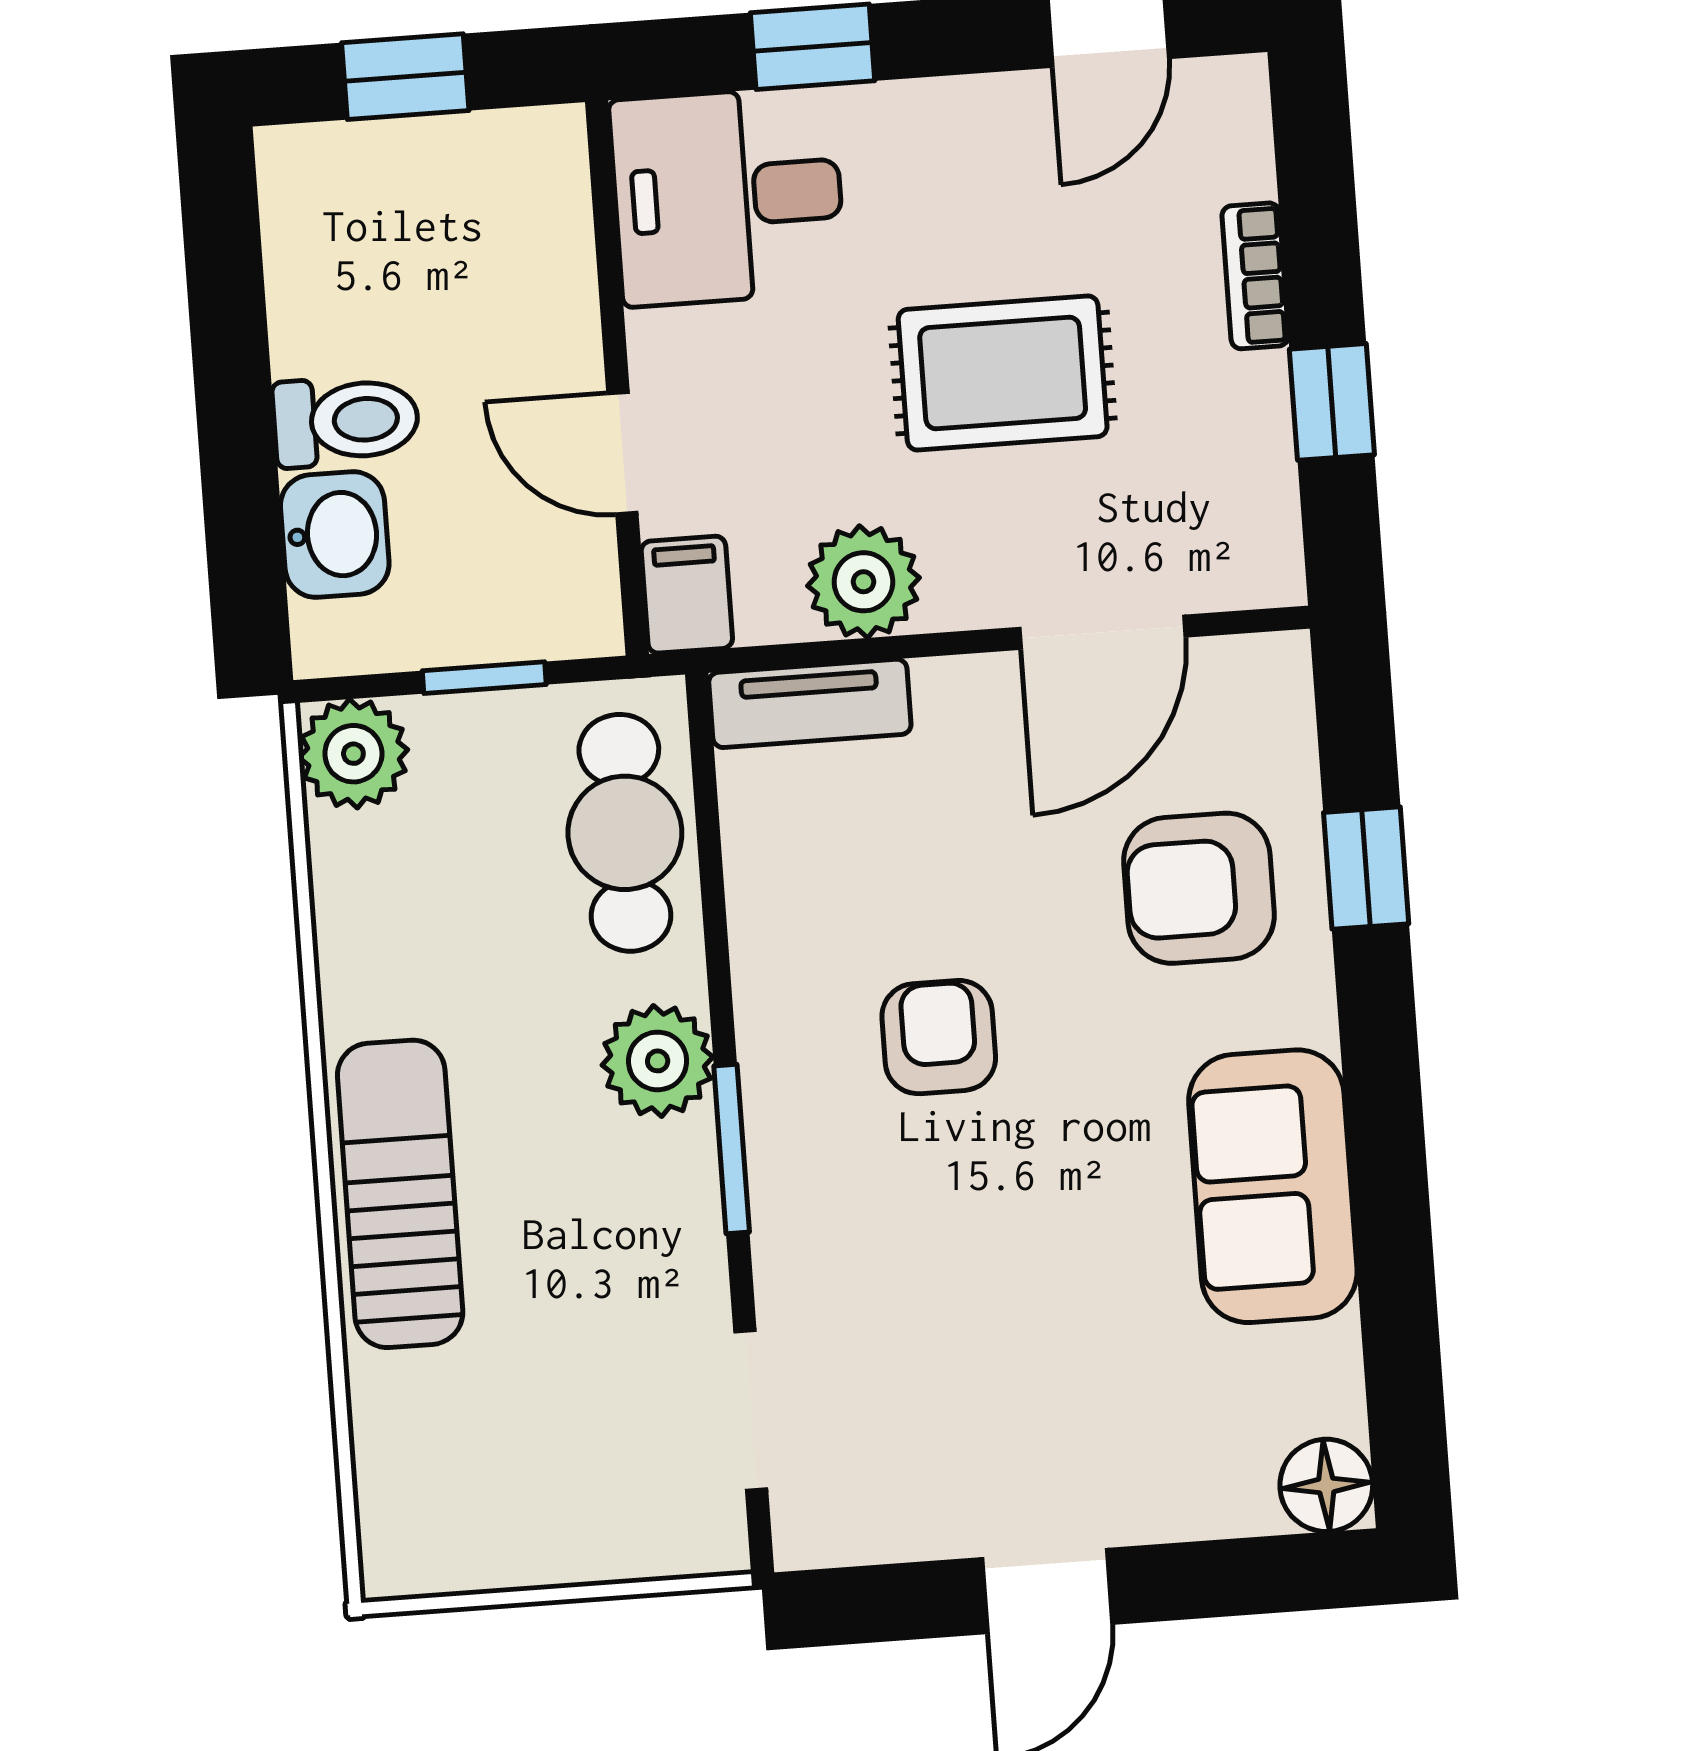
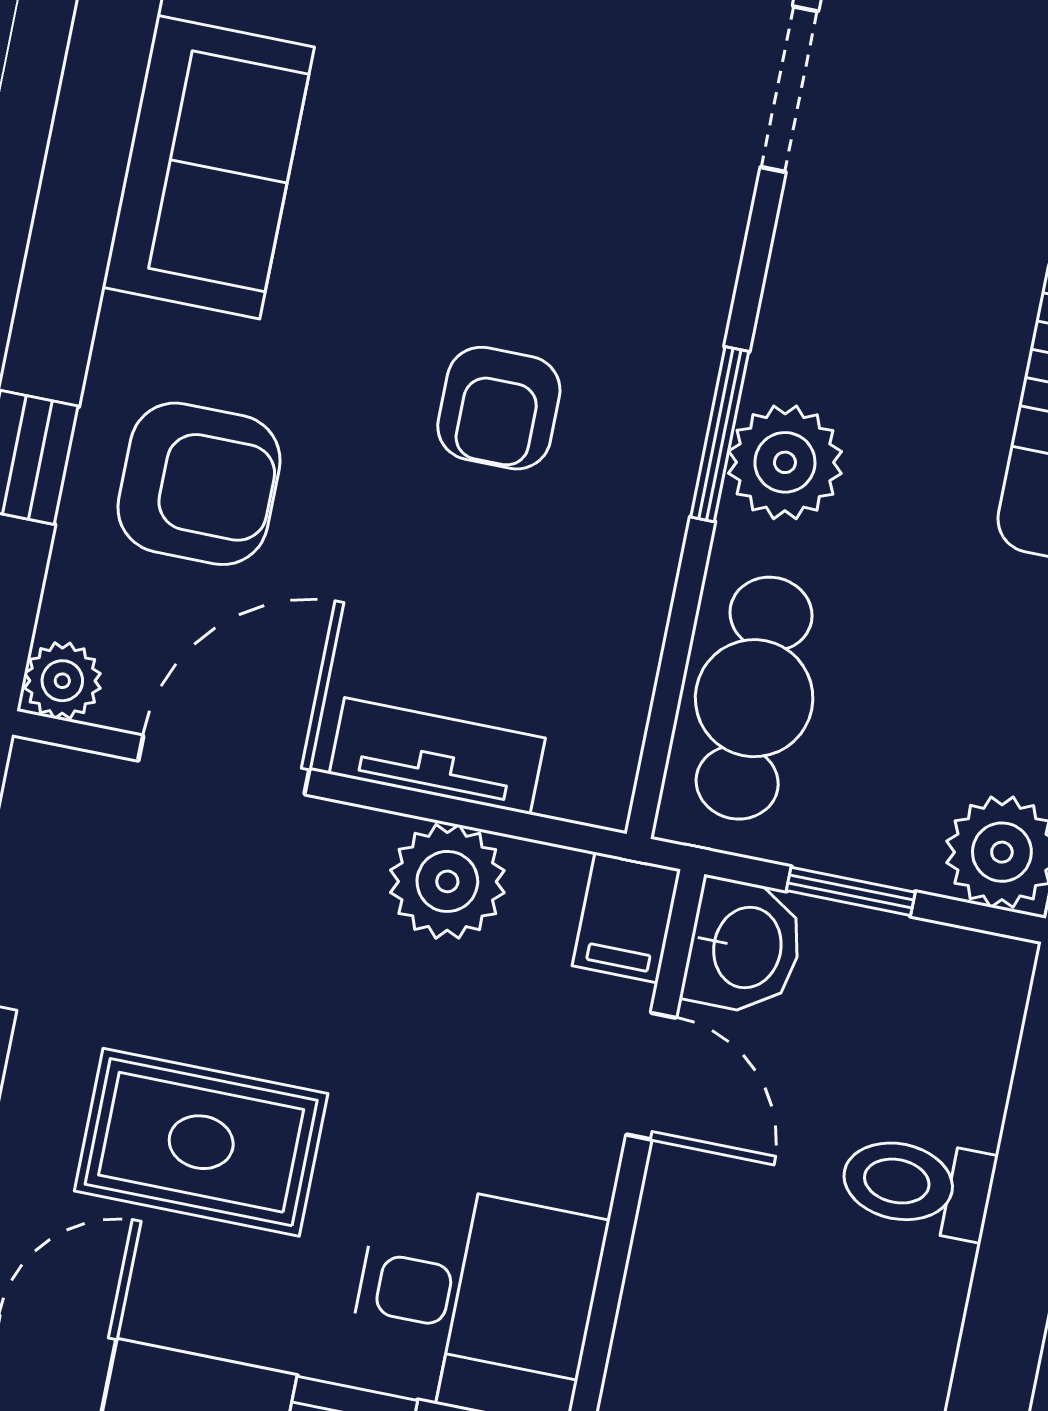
rug: (1003, 373) -> (201, 1142), moved
washbasin: (335, 535) -> (744, 947), moved, turned 180
plant: (1275, 669) -> (62, 681), added
tv unit: (810, 703) -> (437, 756), moved
window: (732, 1149) -> (720, 434), moved

